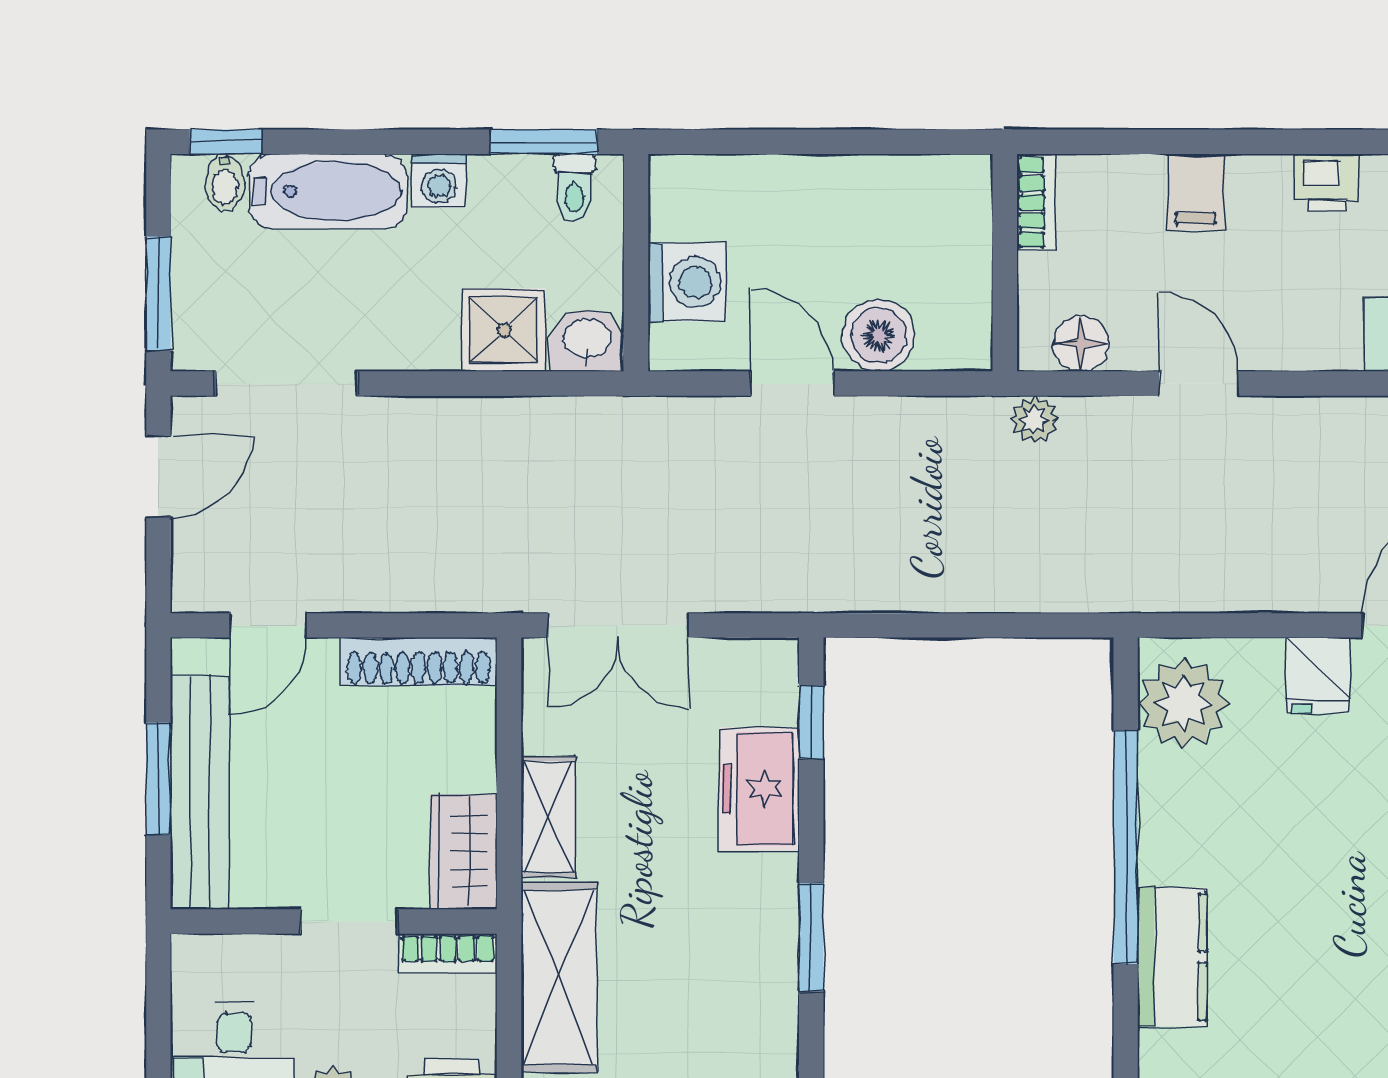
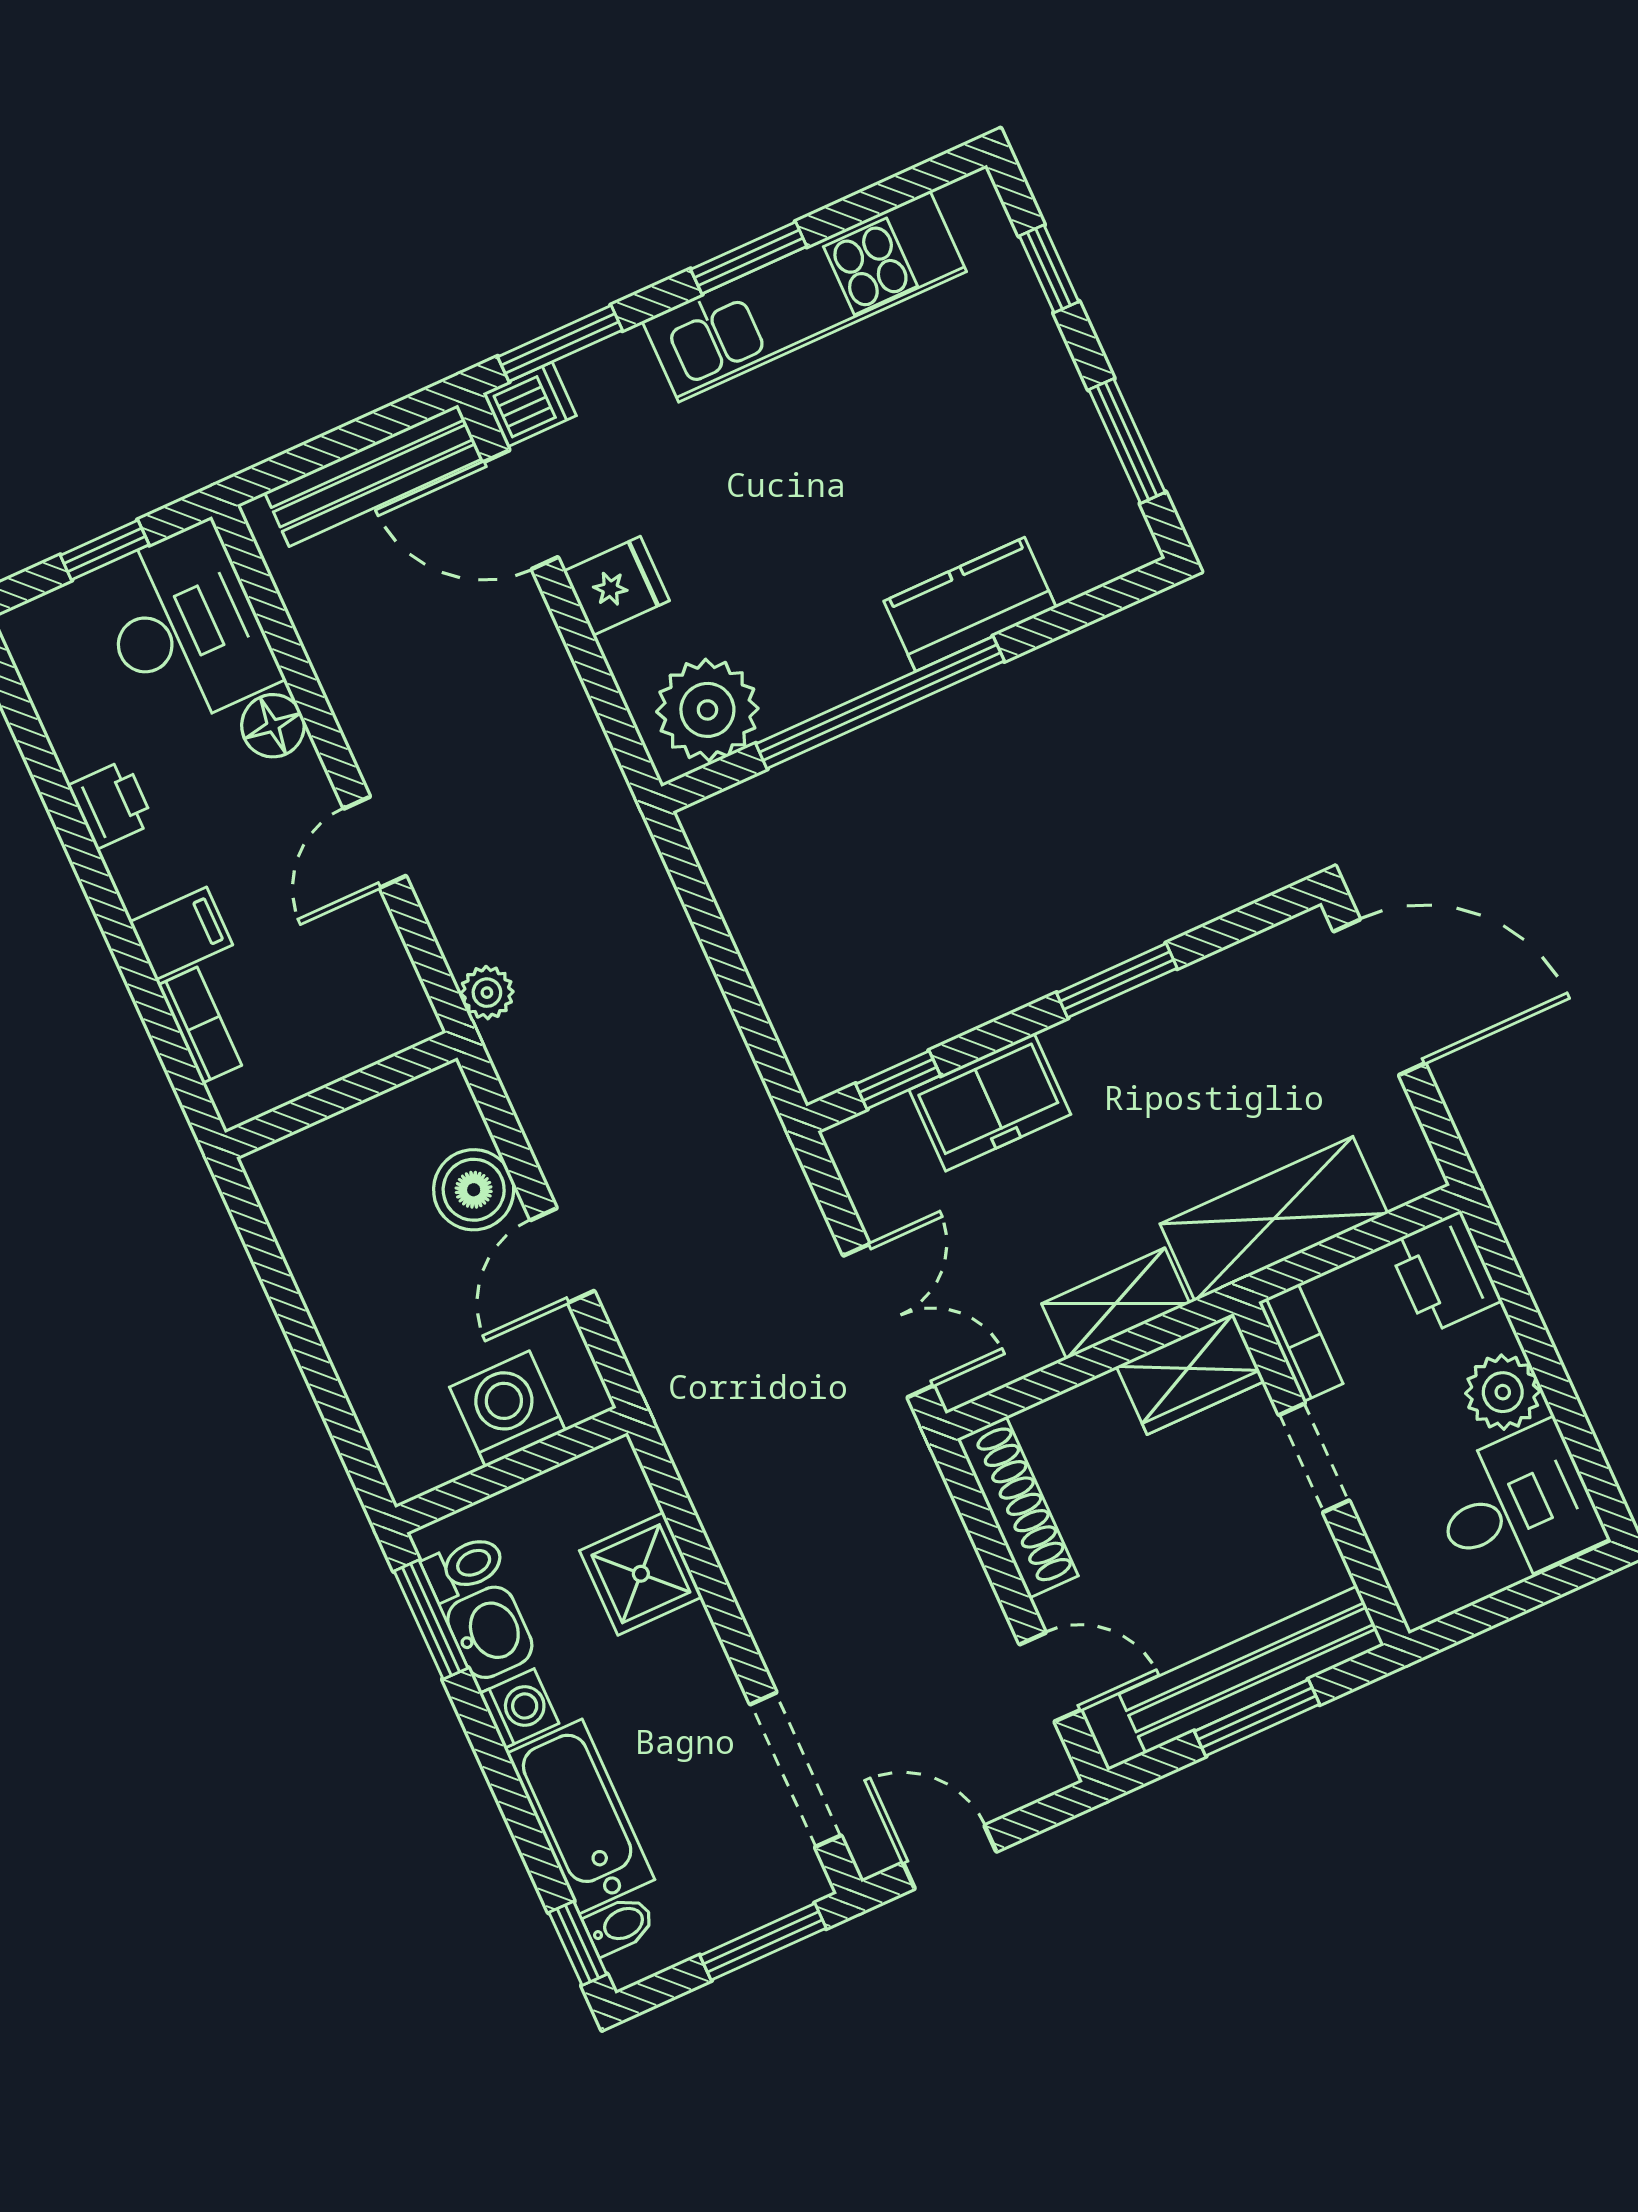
bookcase: (1036, 202) -> (200, 1025), moved, turned 90
washbasin: (587, 340) -> (490, 1632), moved, turned 180
floor lamp: (1081, 344) -> (273, 726), moved

